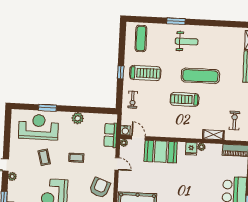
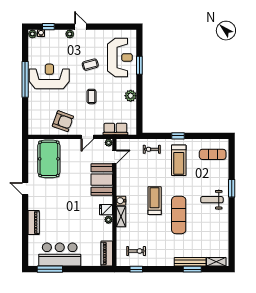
weight bench: (187, 42) -> (212, 200), turned 90
water cooler: (125, 130) -> (121, 201), moved
shelving: (213, 135) -> (121, 216), moved

